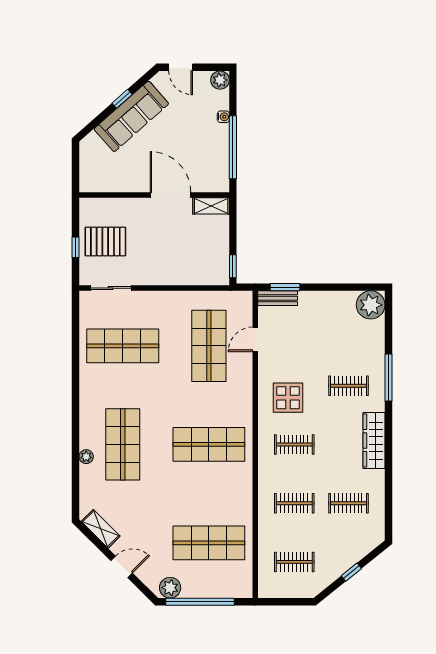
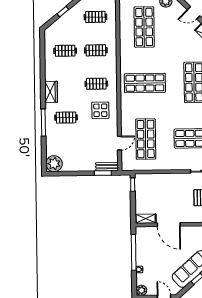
wardrobe: (374, 441) -> (51, 92), width x0.67
shop shelf: (209, 543) -> (144, 27), turned 90

